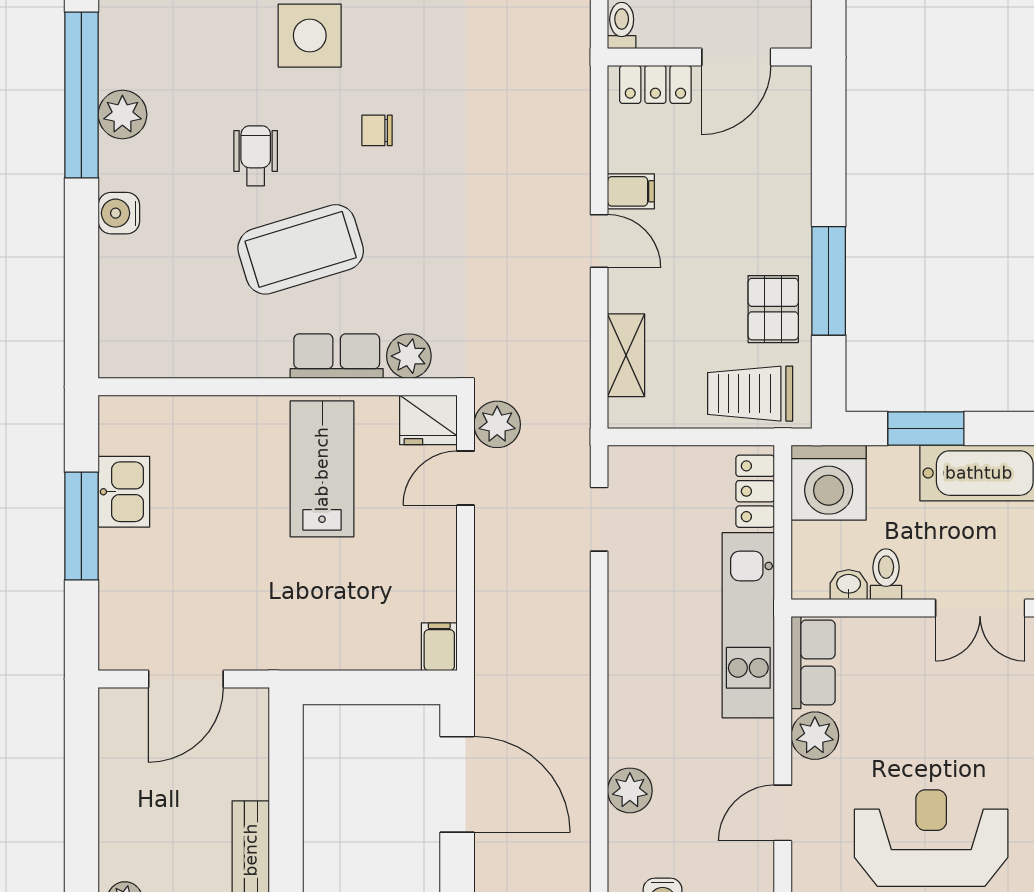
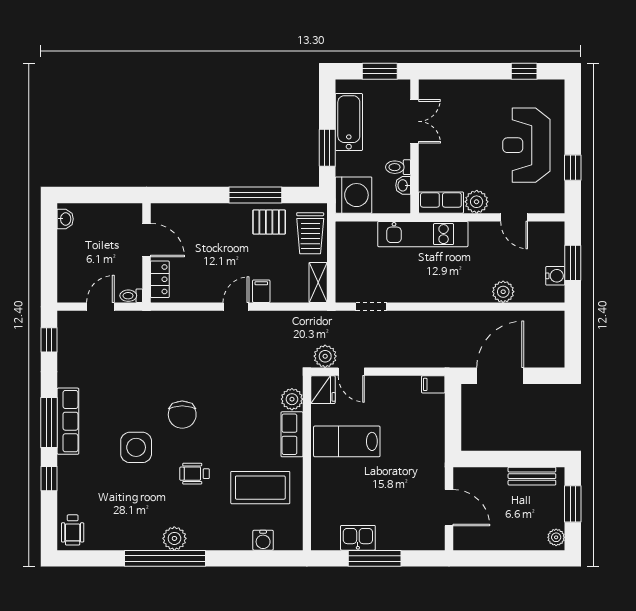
chair: (377, 130) -> (182, 415), width x1.87, depth x1.87
filing cabinet: (631, 191) -> (261, 291), moved
water cooler: (119, 213) -> (263, 540), moved
coffee table: (301, 249) -> (260, 488), moved, turned -73
shelving: (626, 355) -> (318, 282), moved, turned 90
locker: (755, 491) -> (358, 231), removed

